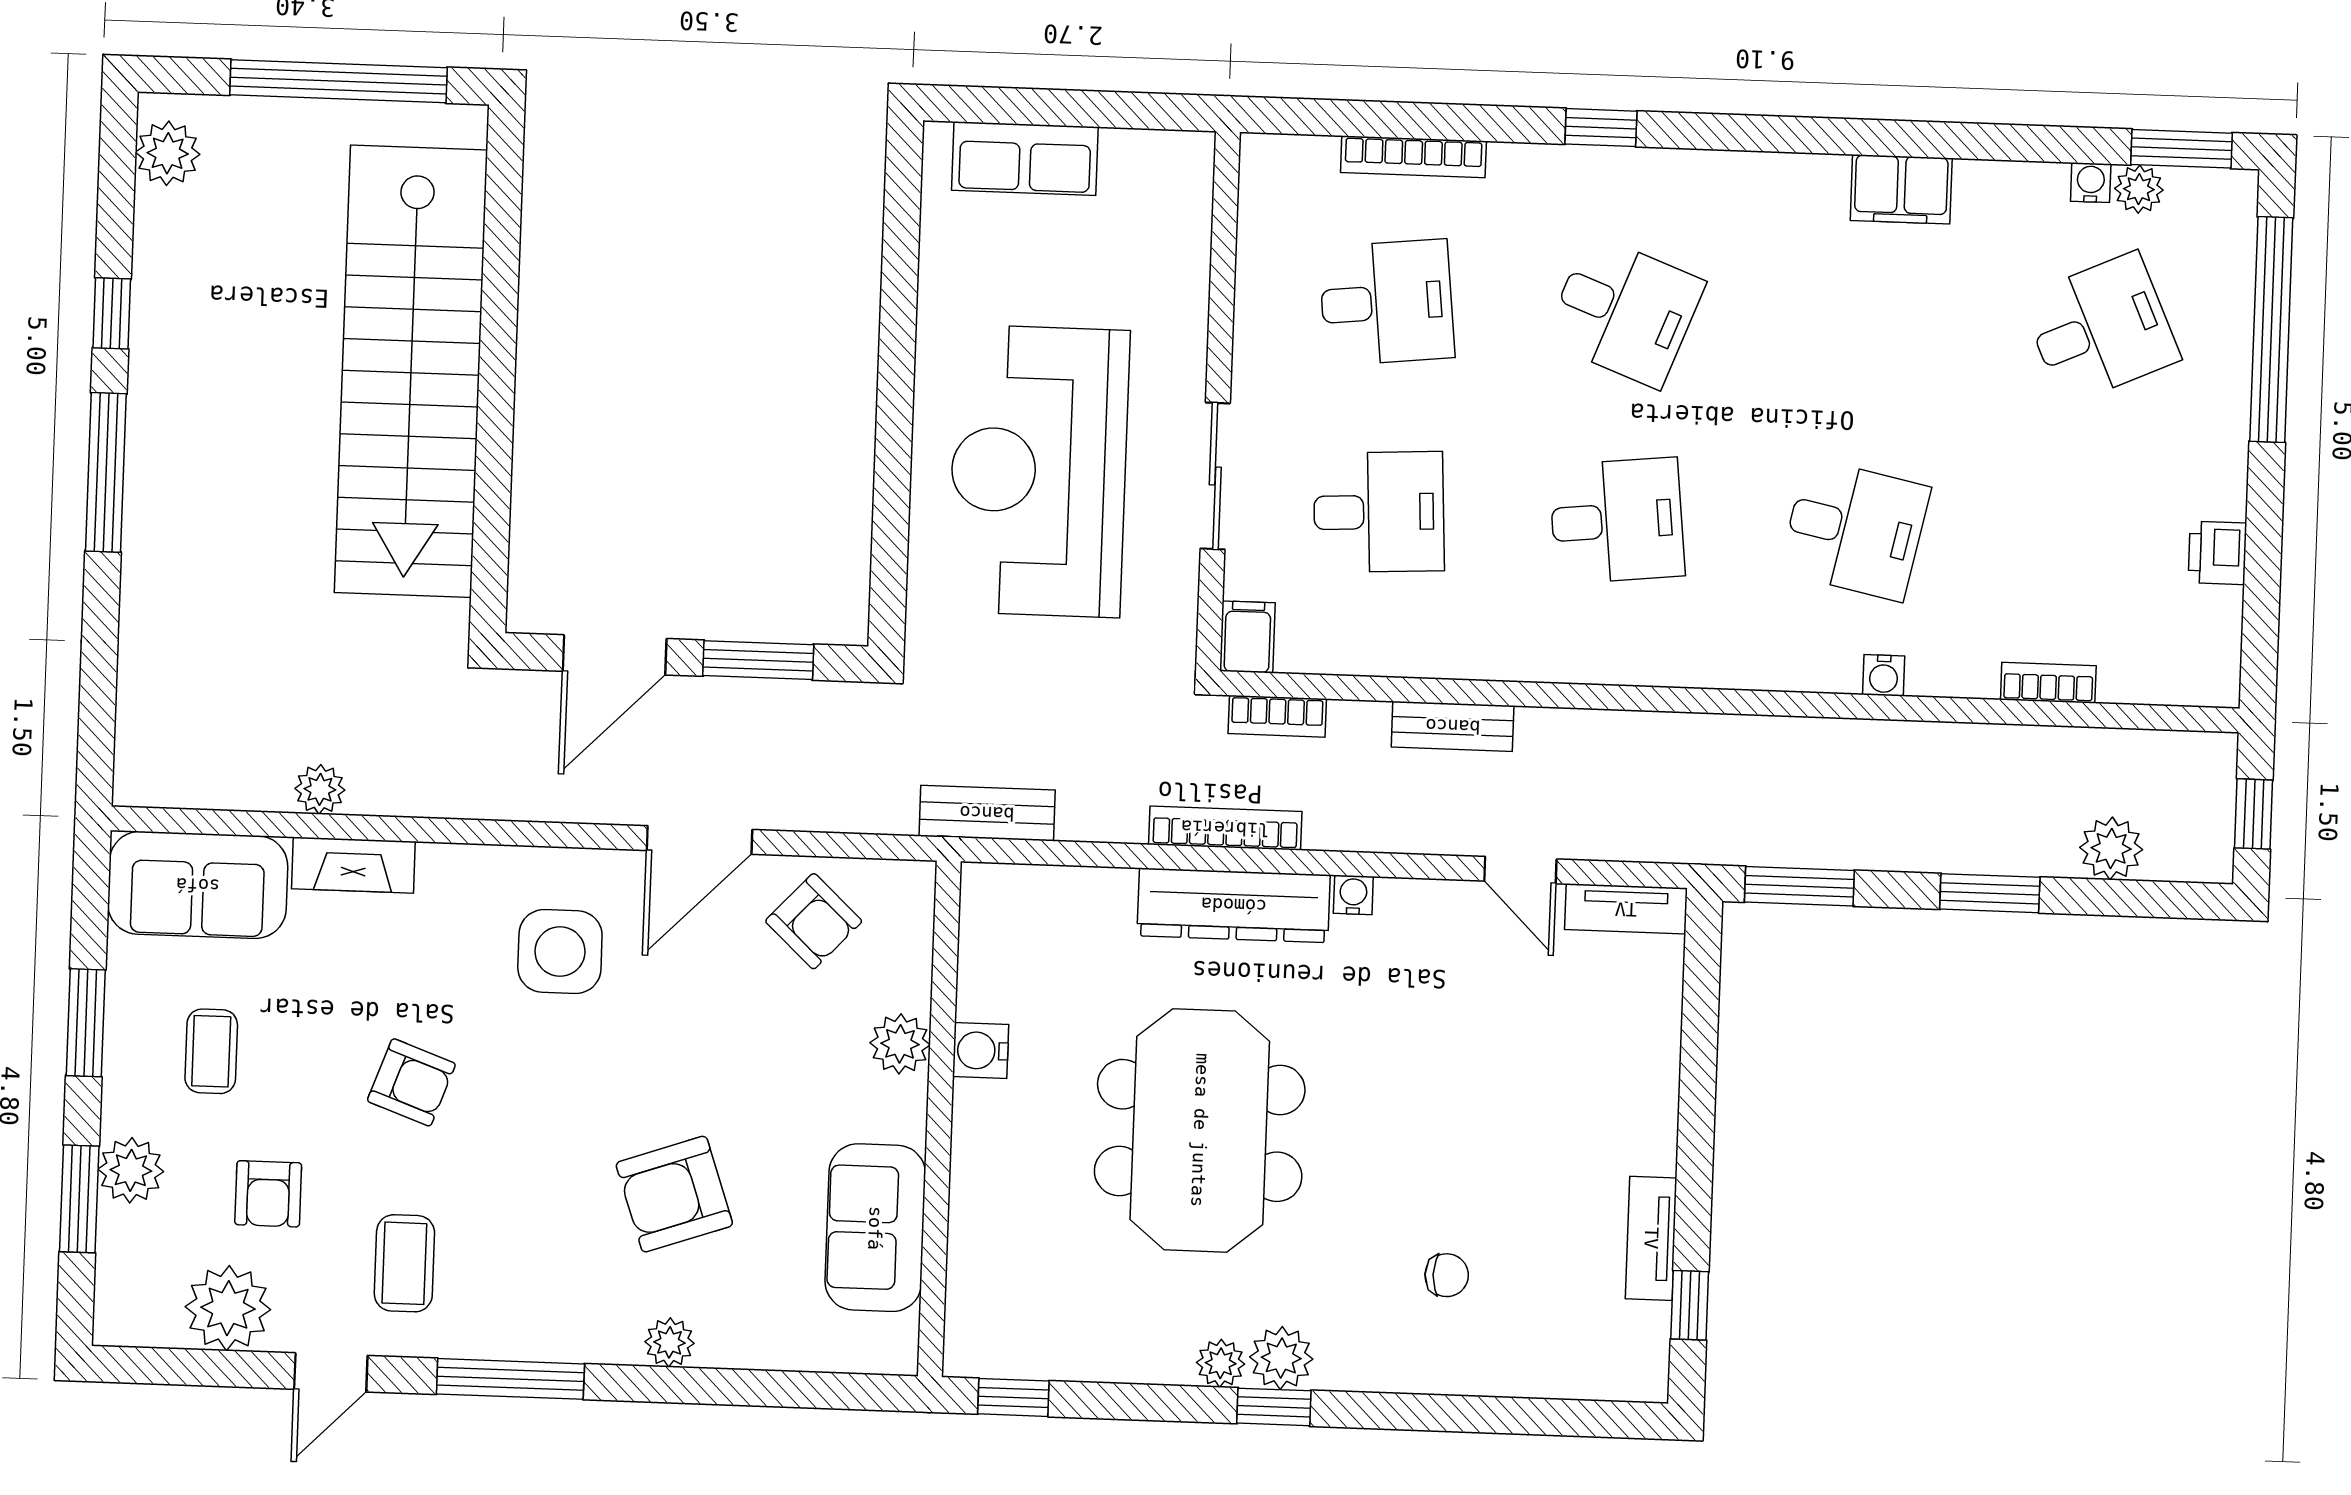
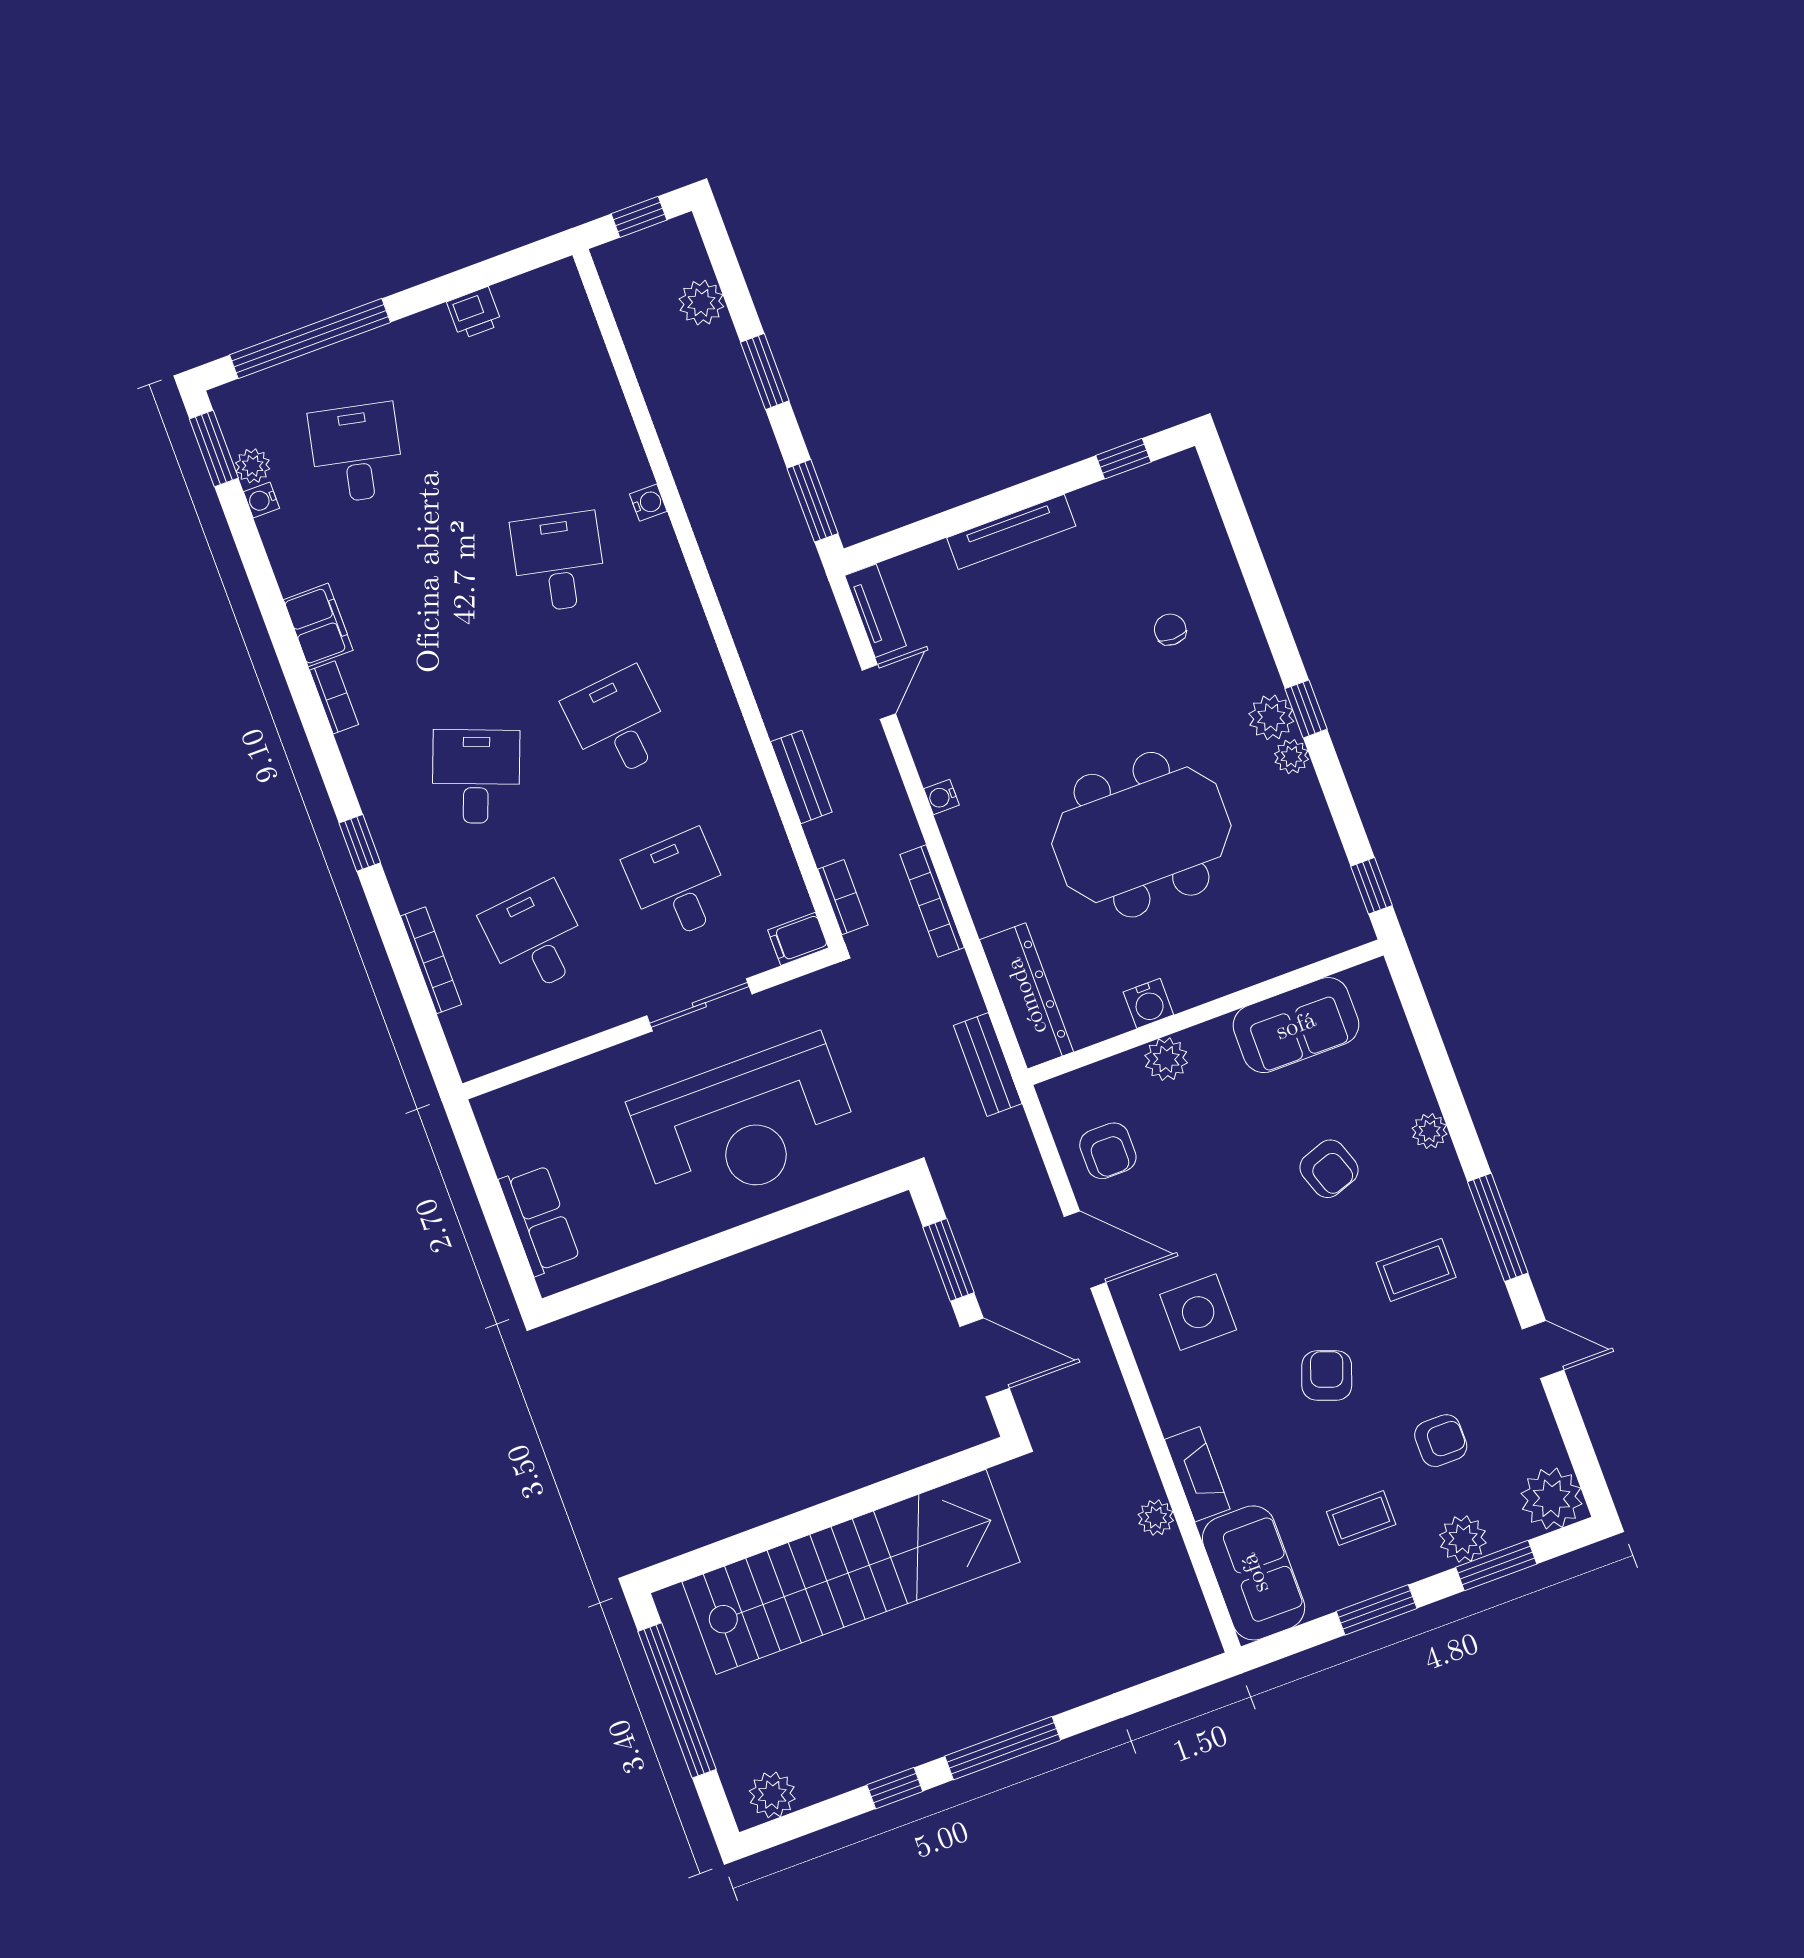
desk: (2100, 329) -> (356, 453), turned 36
bookcase: (2048, 683) -> (334, 697), moved, turned 180
dresser: (1234, 905) -> (1026, 996), moved
armchair: (814, 921) -> (1108, 1151), turned 137
armchair: (674, 1194) -> (1329, 1169), width x0.72, depth x0.72
tv unit: (1651, 1238) -> (1011, 532), moved, width x1.41
coffee table: (404, 1263) -> (1416, 1270), moved
plant: (228, 1308) -> (1552, 1499), moved

